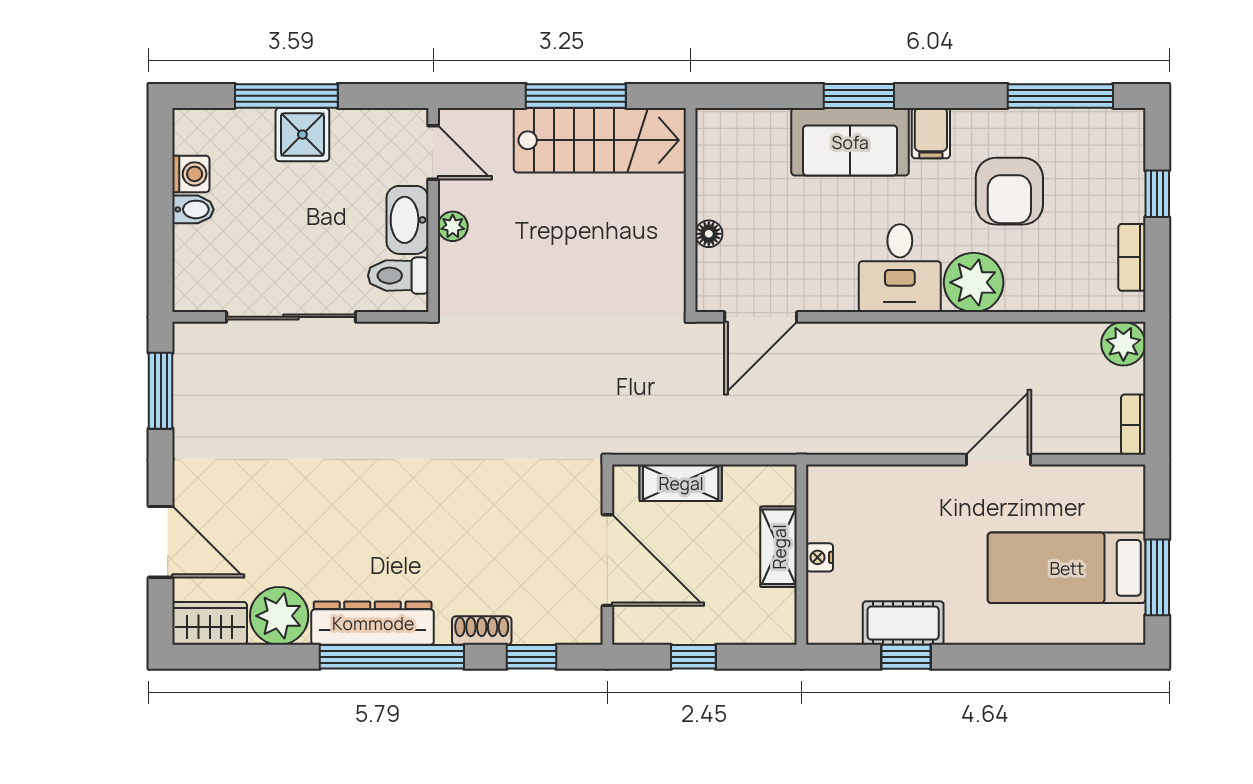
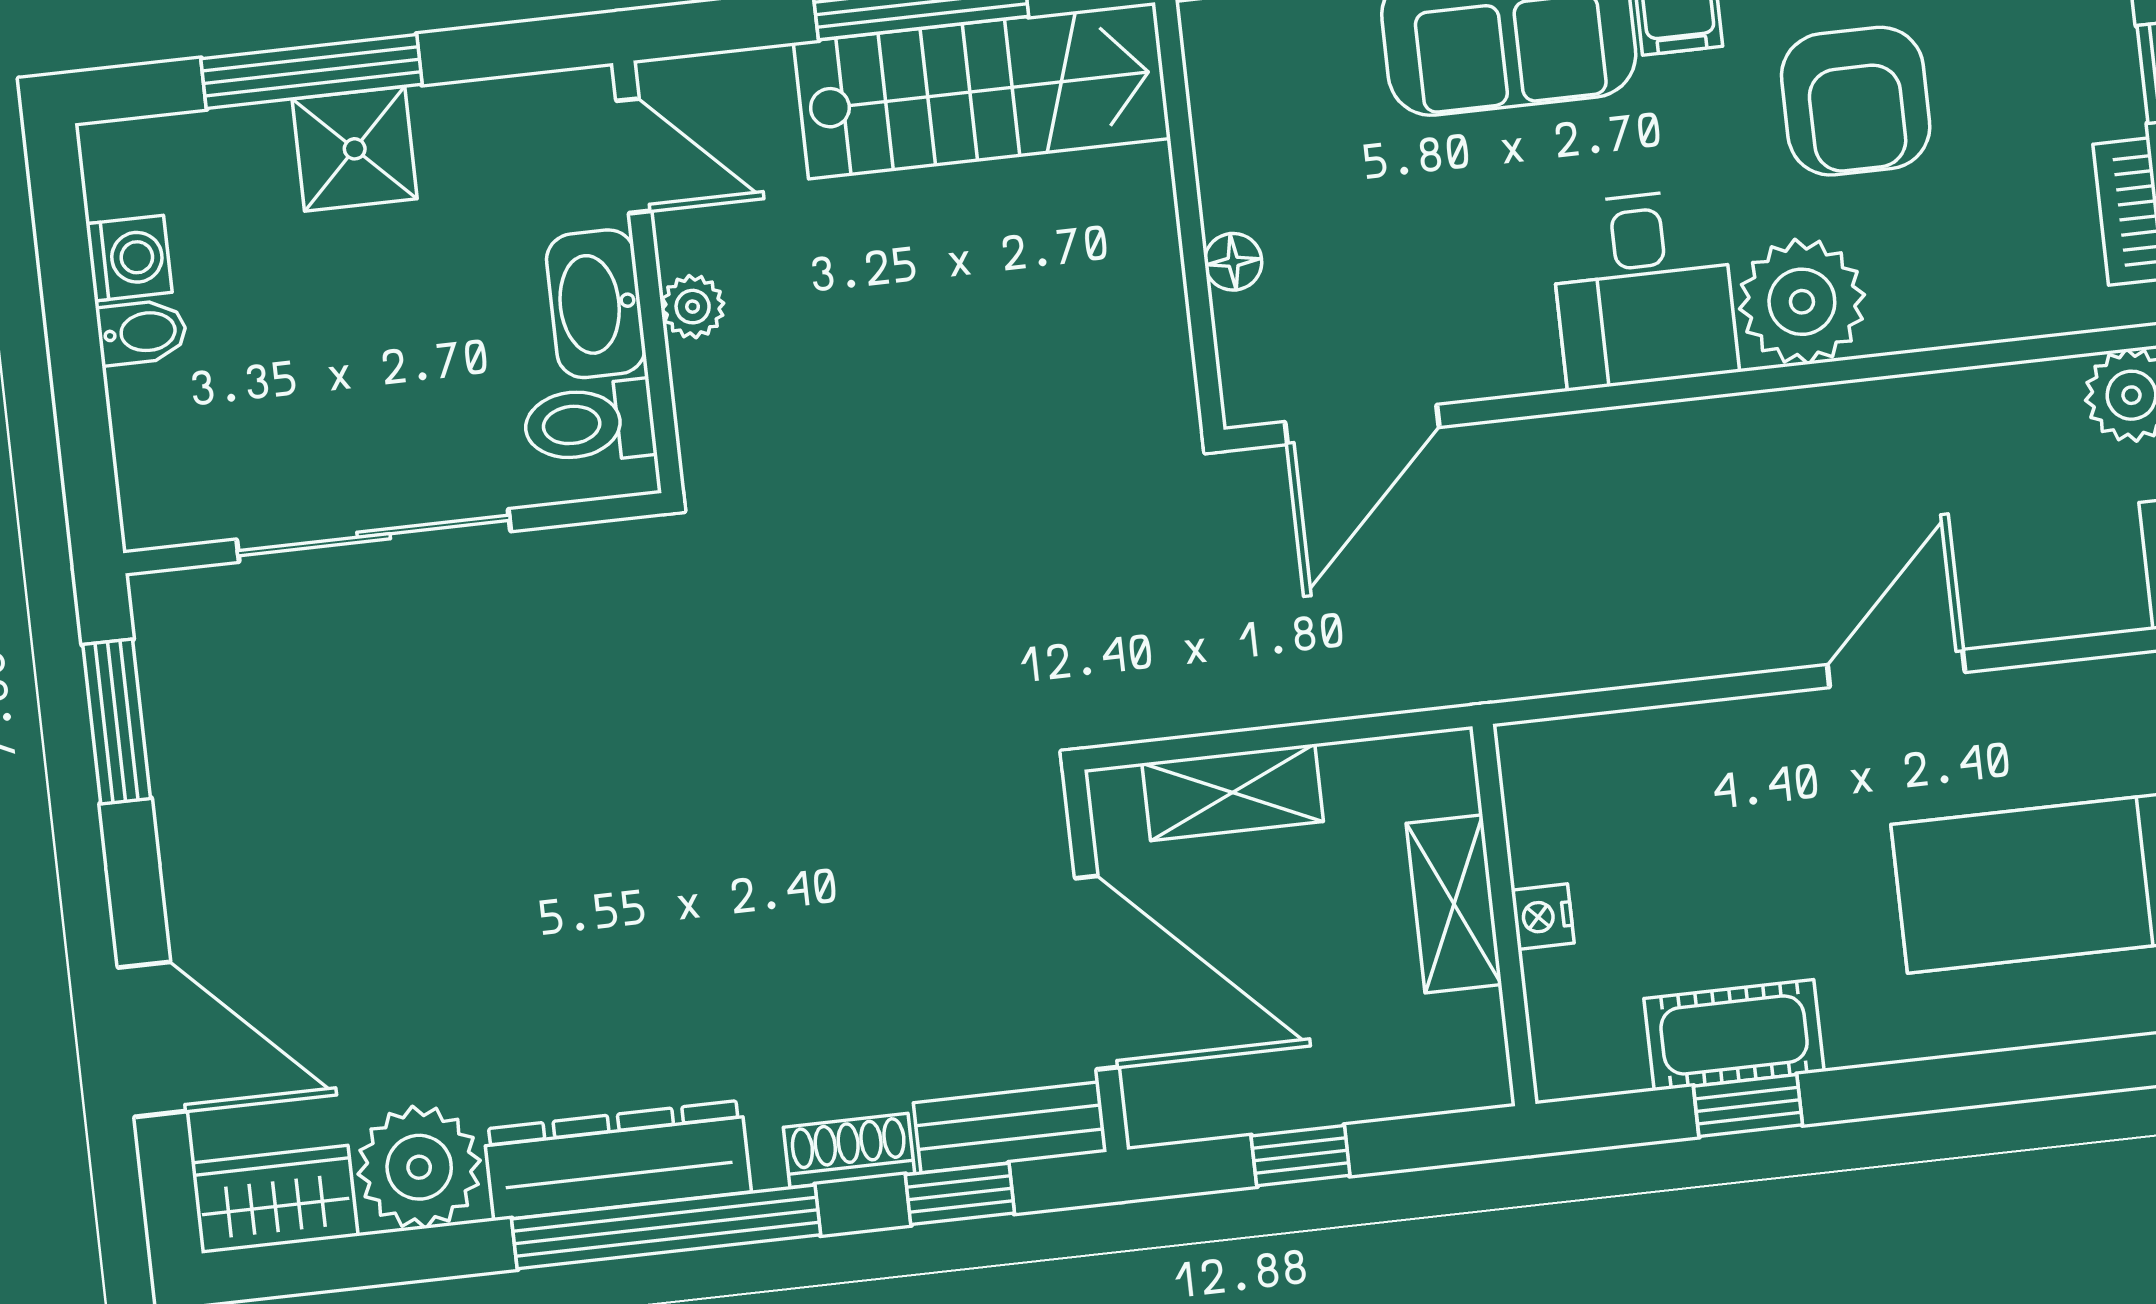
bench: (558, 628) -> (1009, 1127), added

